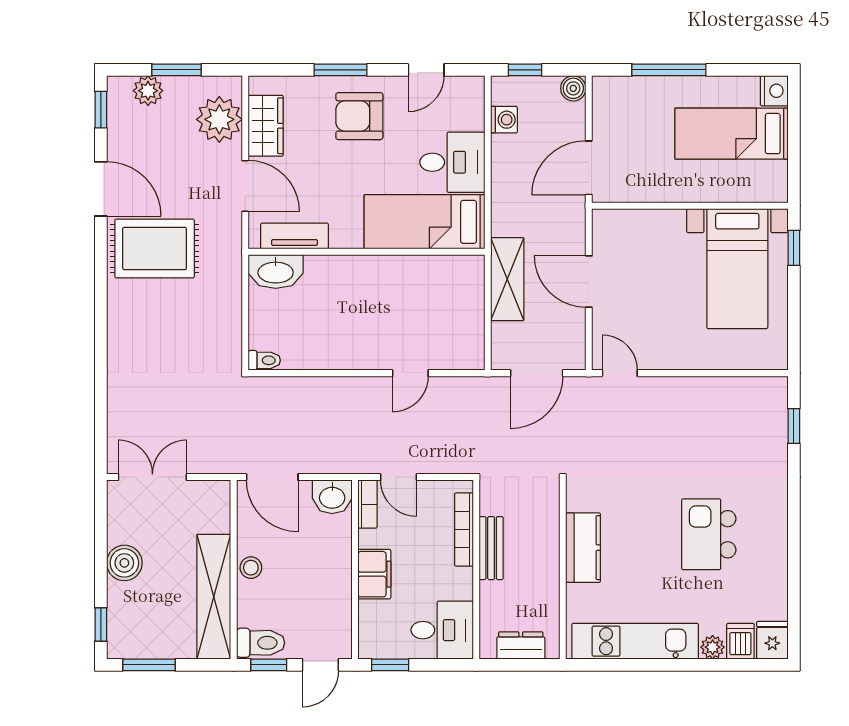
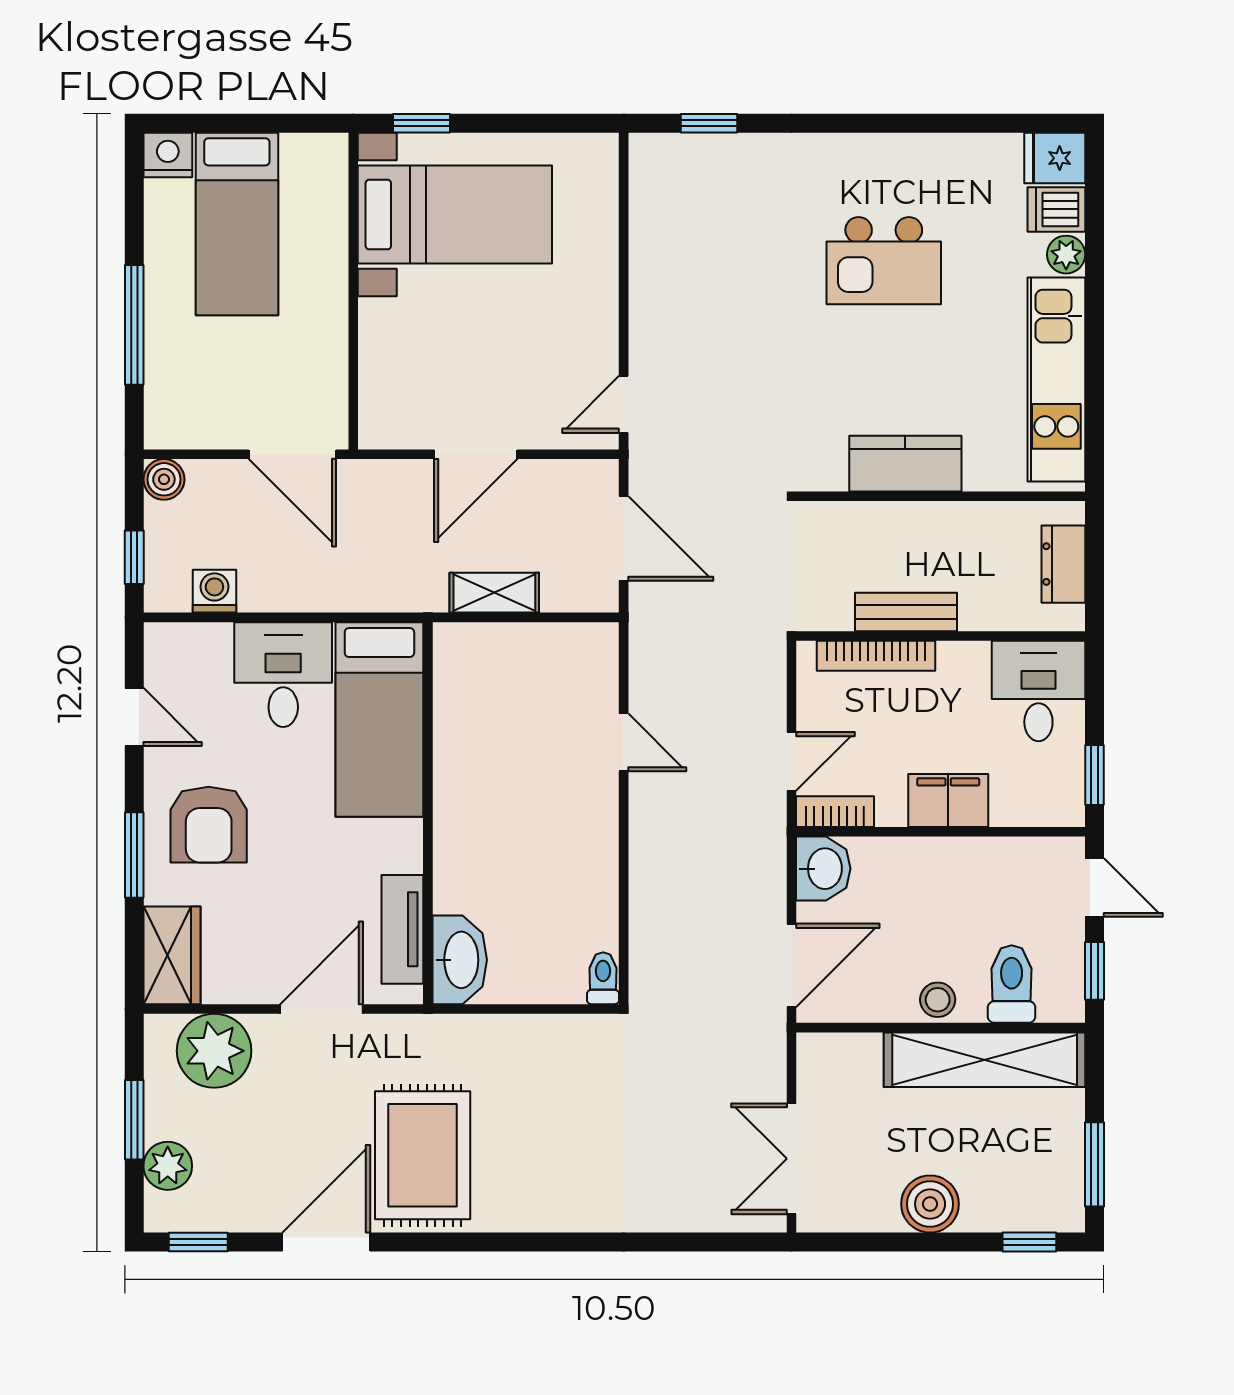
wardrobe: (266, 126) -> (172, 955), moved, turned 90
shelving: (507, 279) -> (494, 593), width x0.67, depth x0.75
toilet: (261, 643) -> (1012, 984), moved

